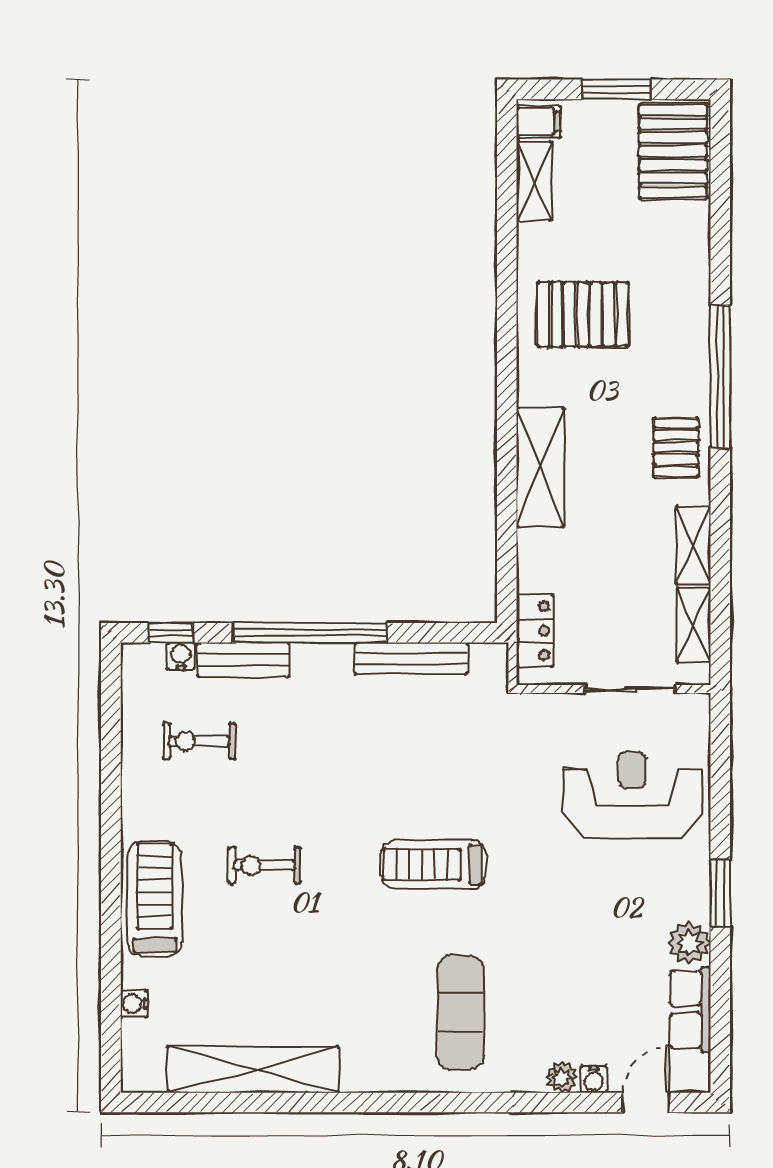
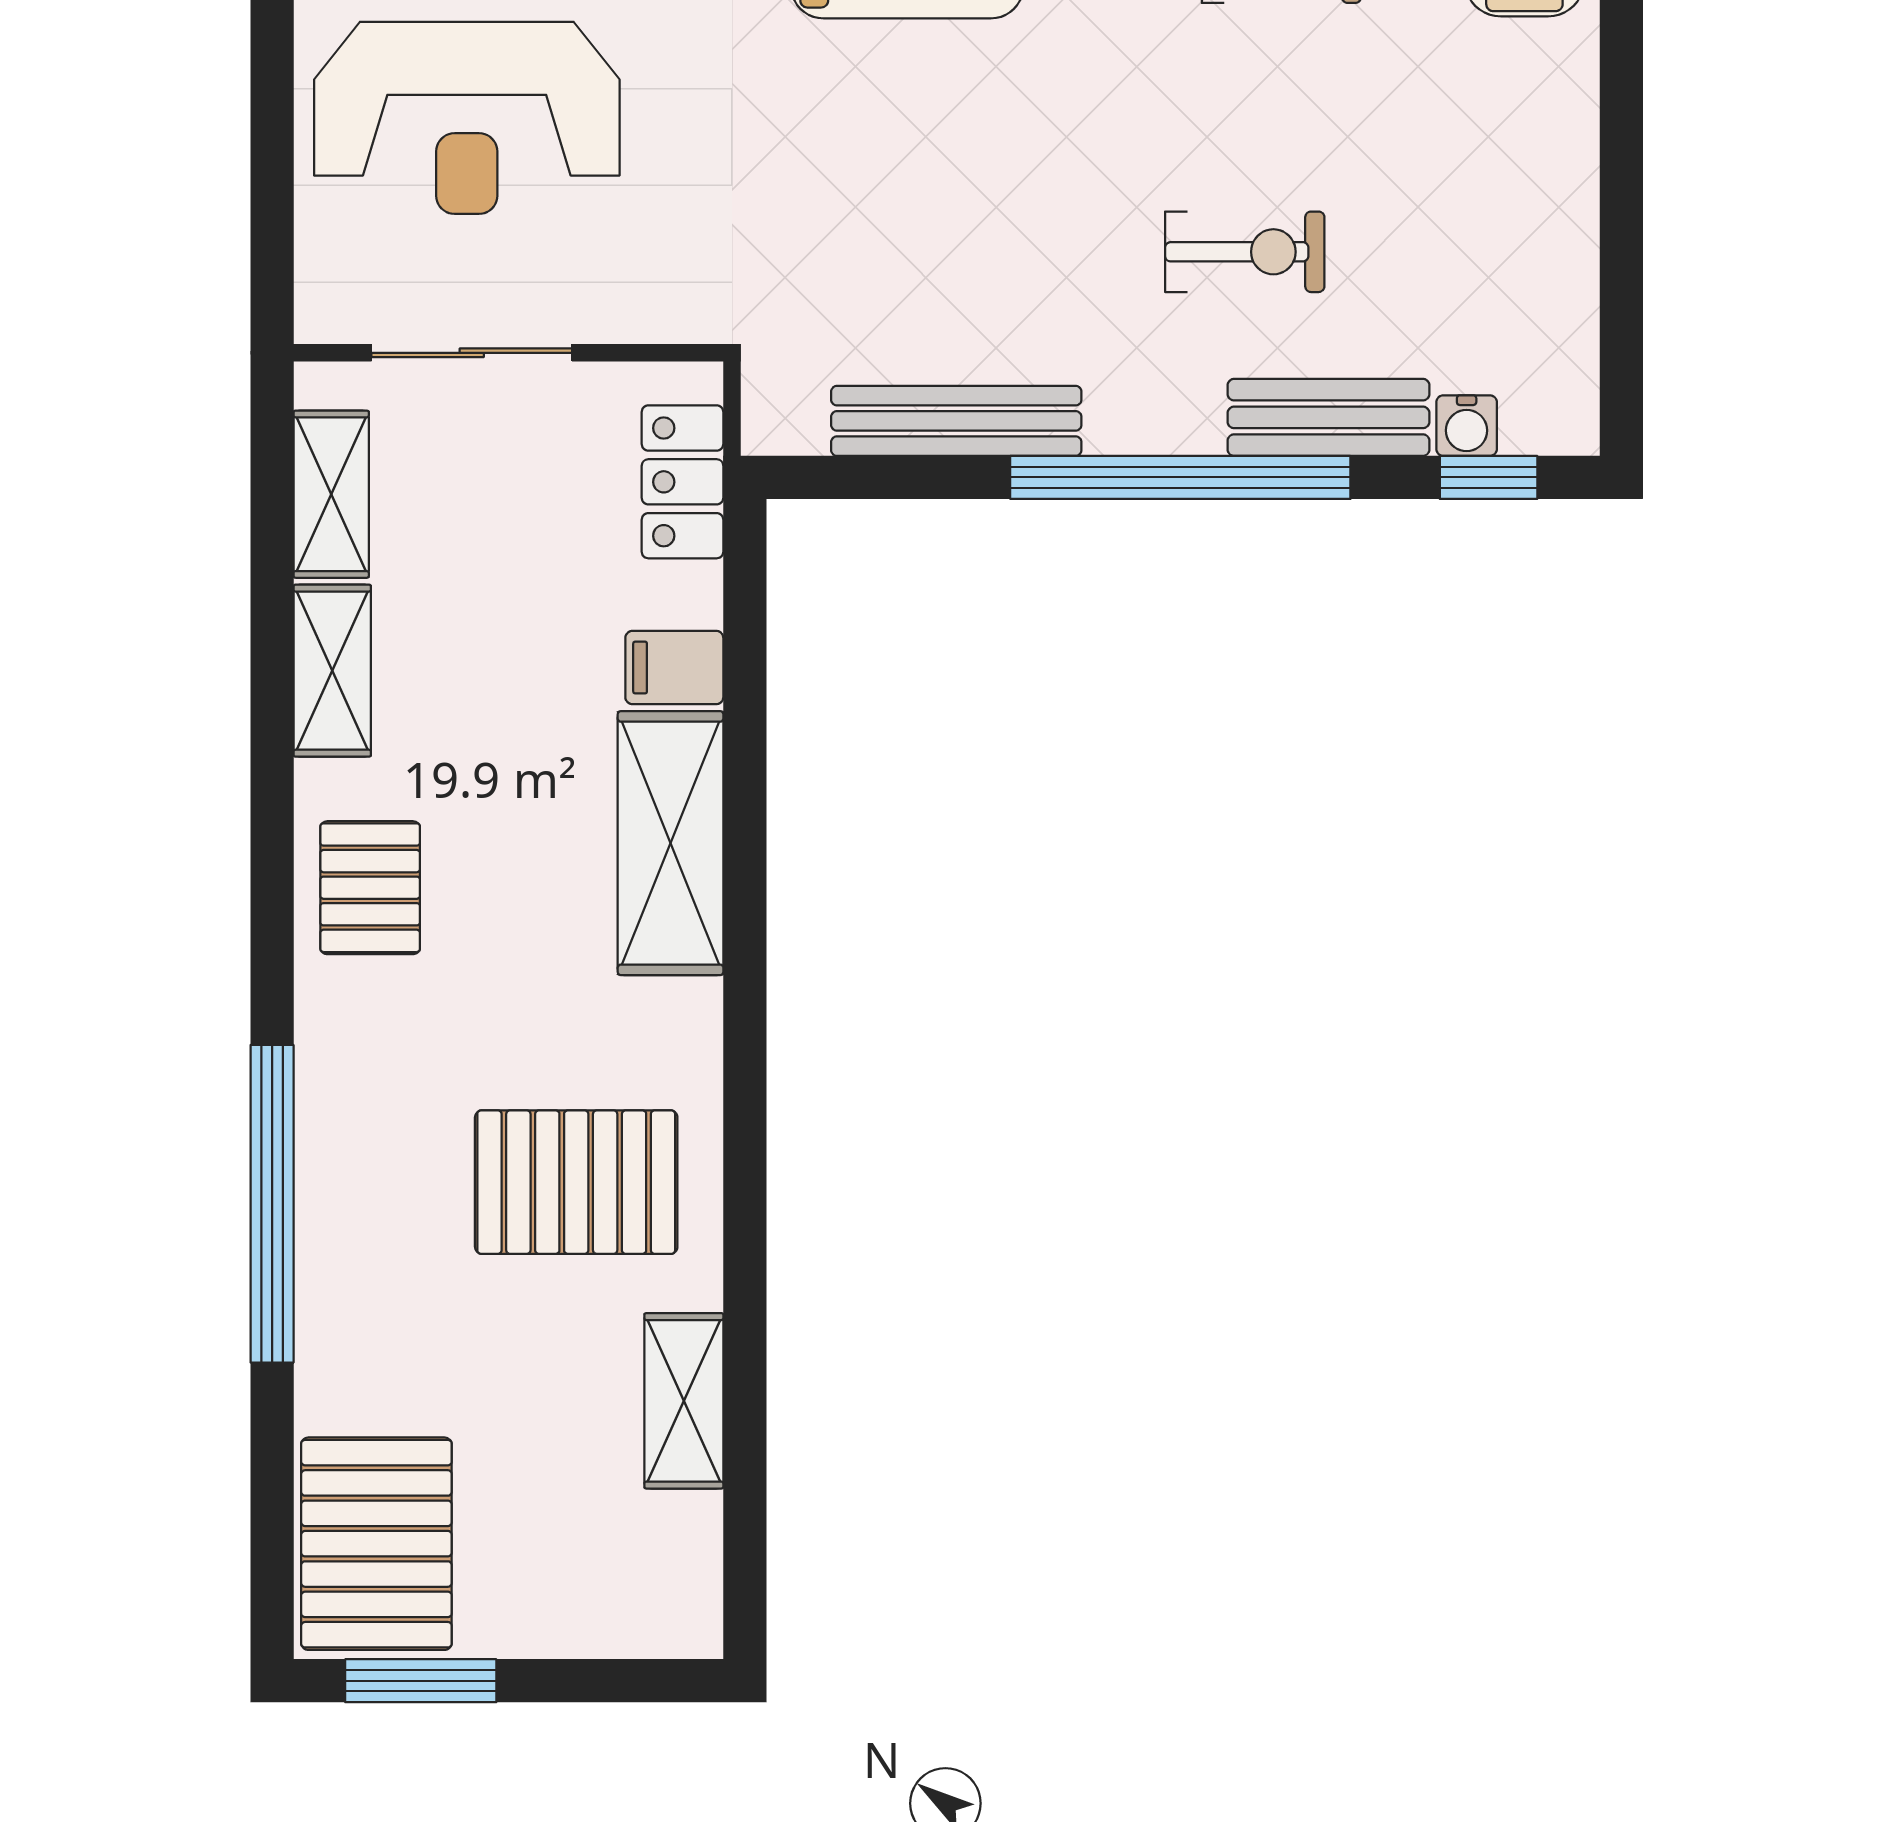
window: (616, 89) -> (421, 1681), moved
filing cabinet: (539, 122) -> (674, 668), moved
shelving: (534, 181) -> (684, 1401), moved
window: (720, 377) -> (272, 1204), moved
exercise bike: (199, 741) -> (1245, 252), moved

